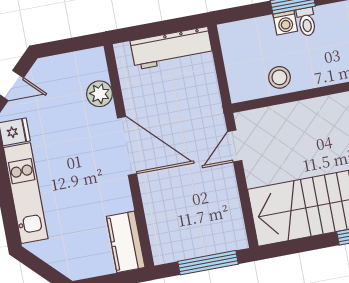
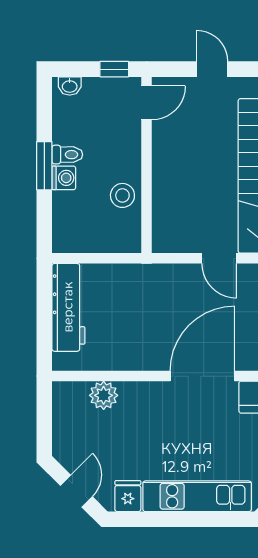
door: (127, 146) -> (202, 376), moved
door: (235, 146) -> (219, 258), moved

